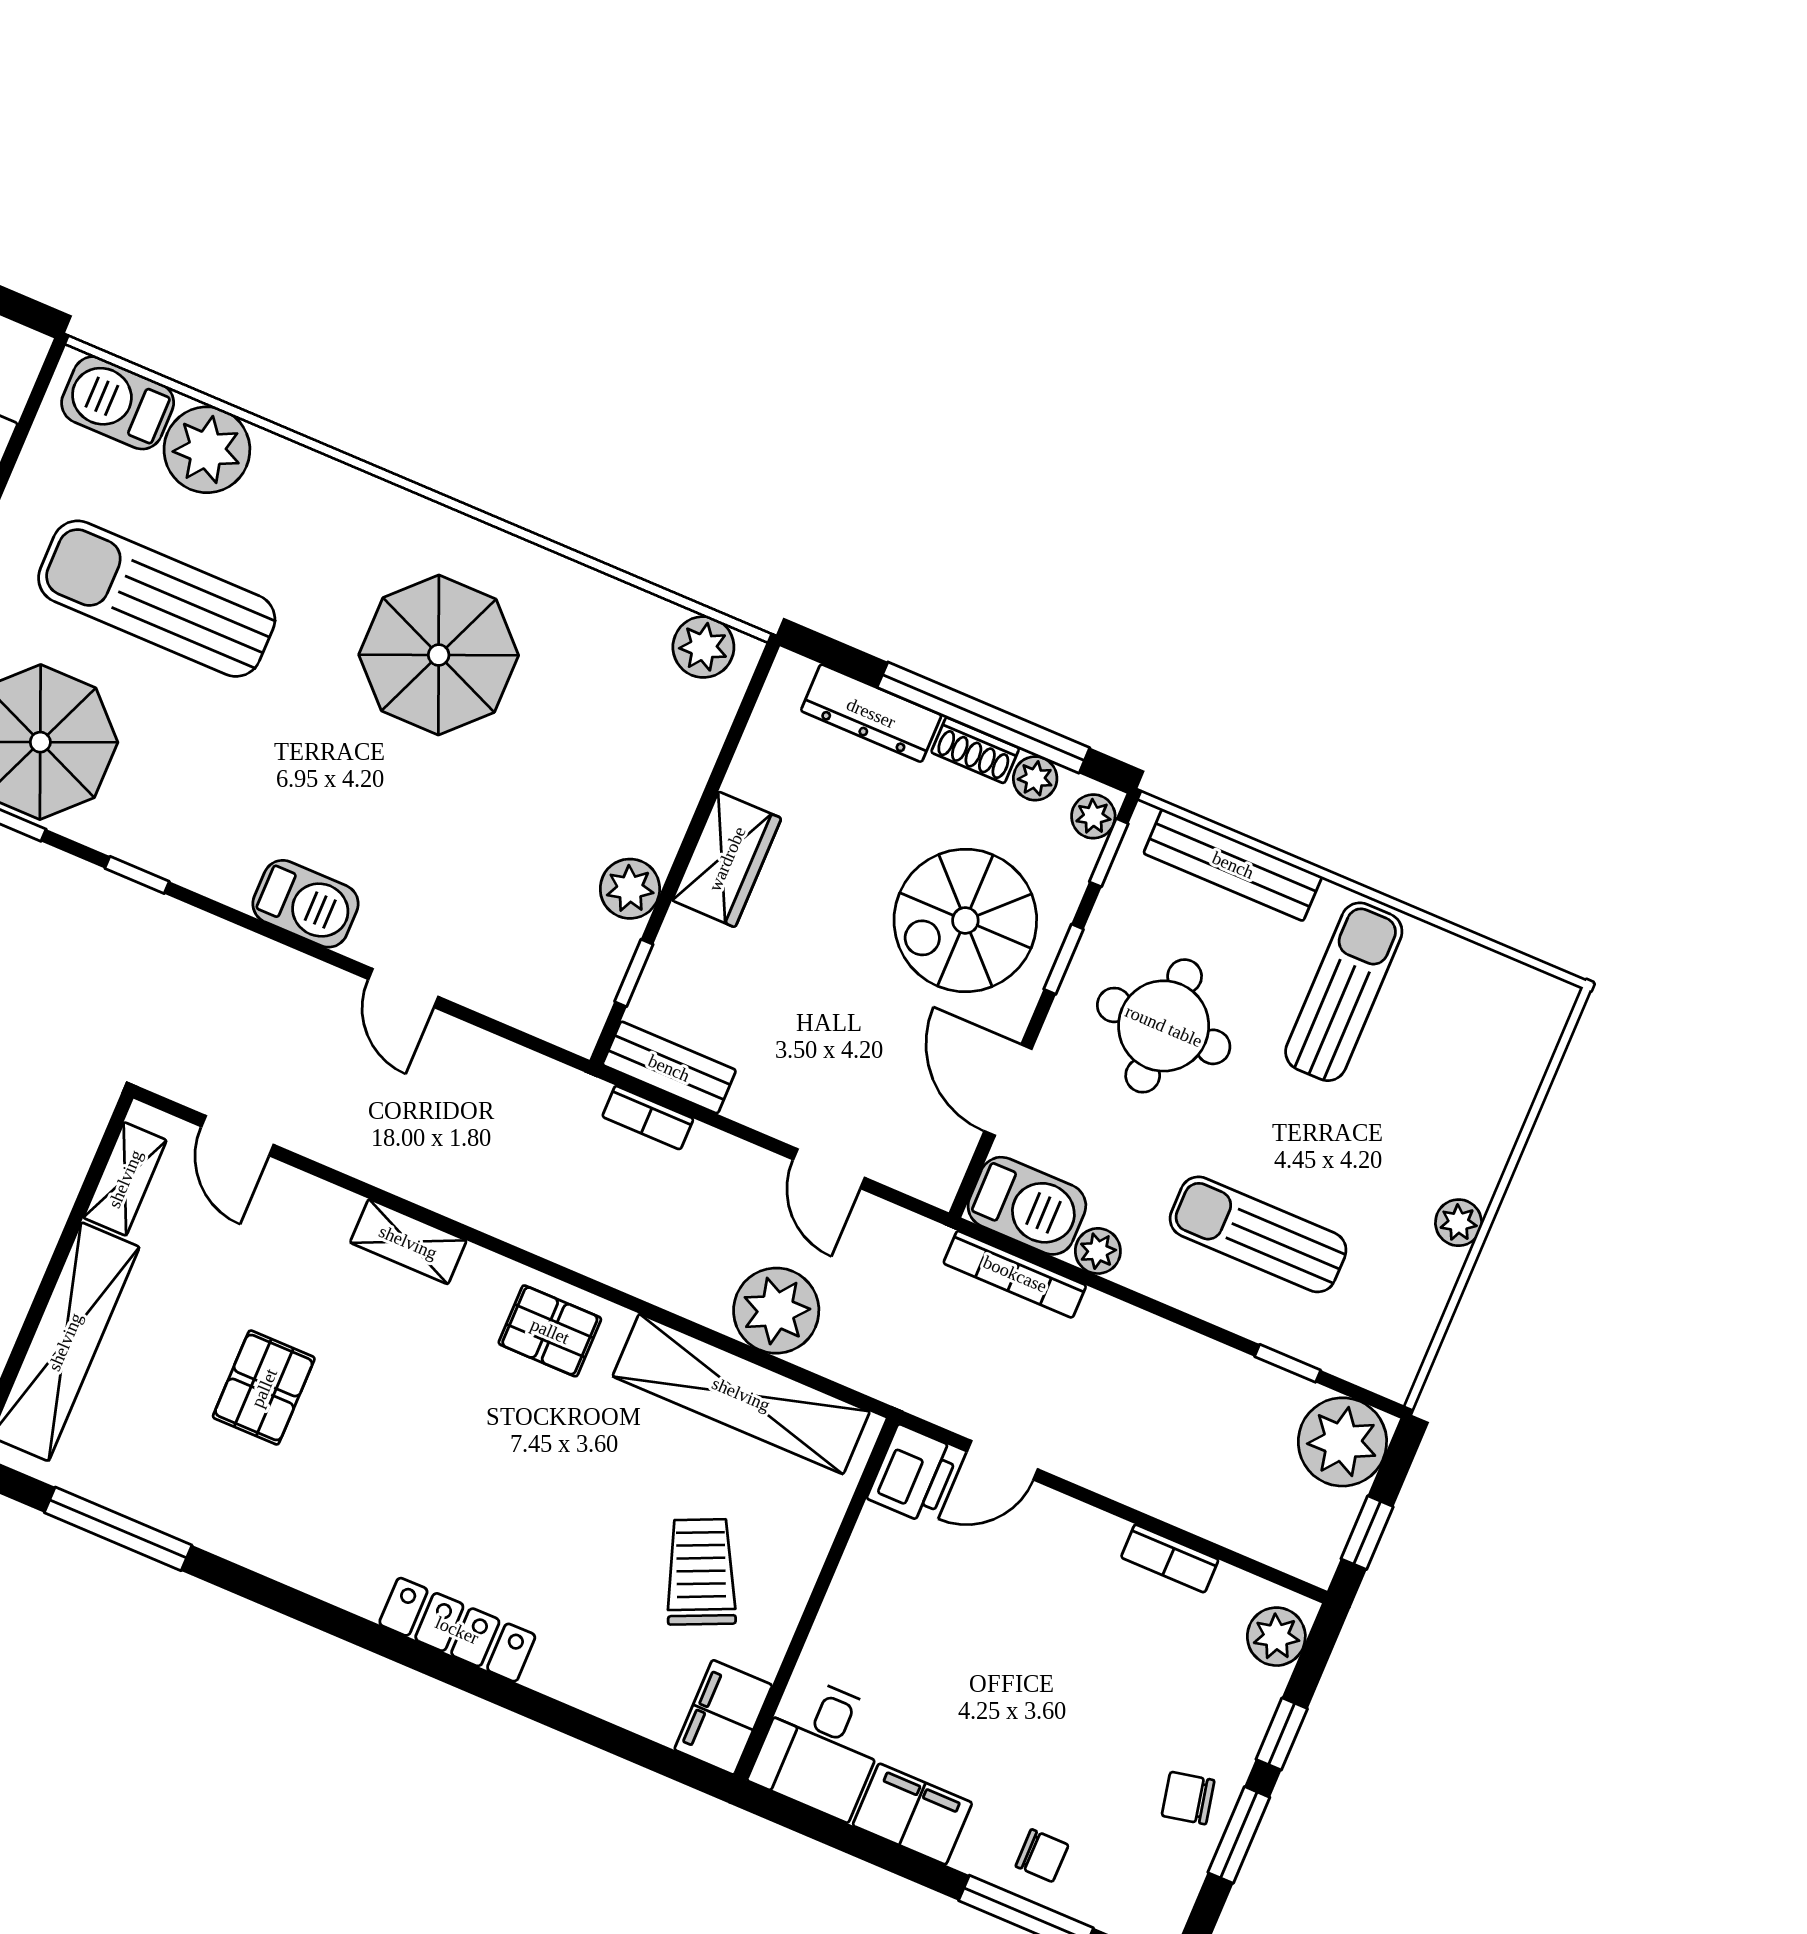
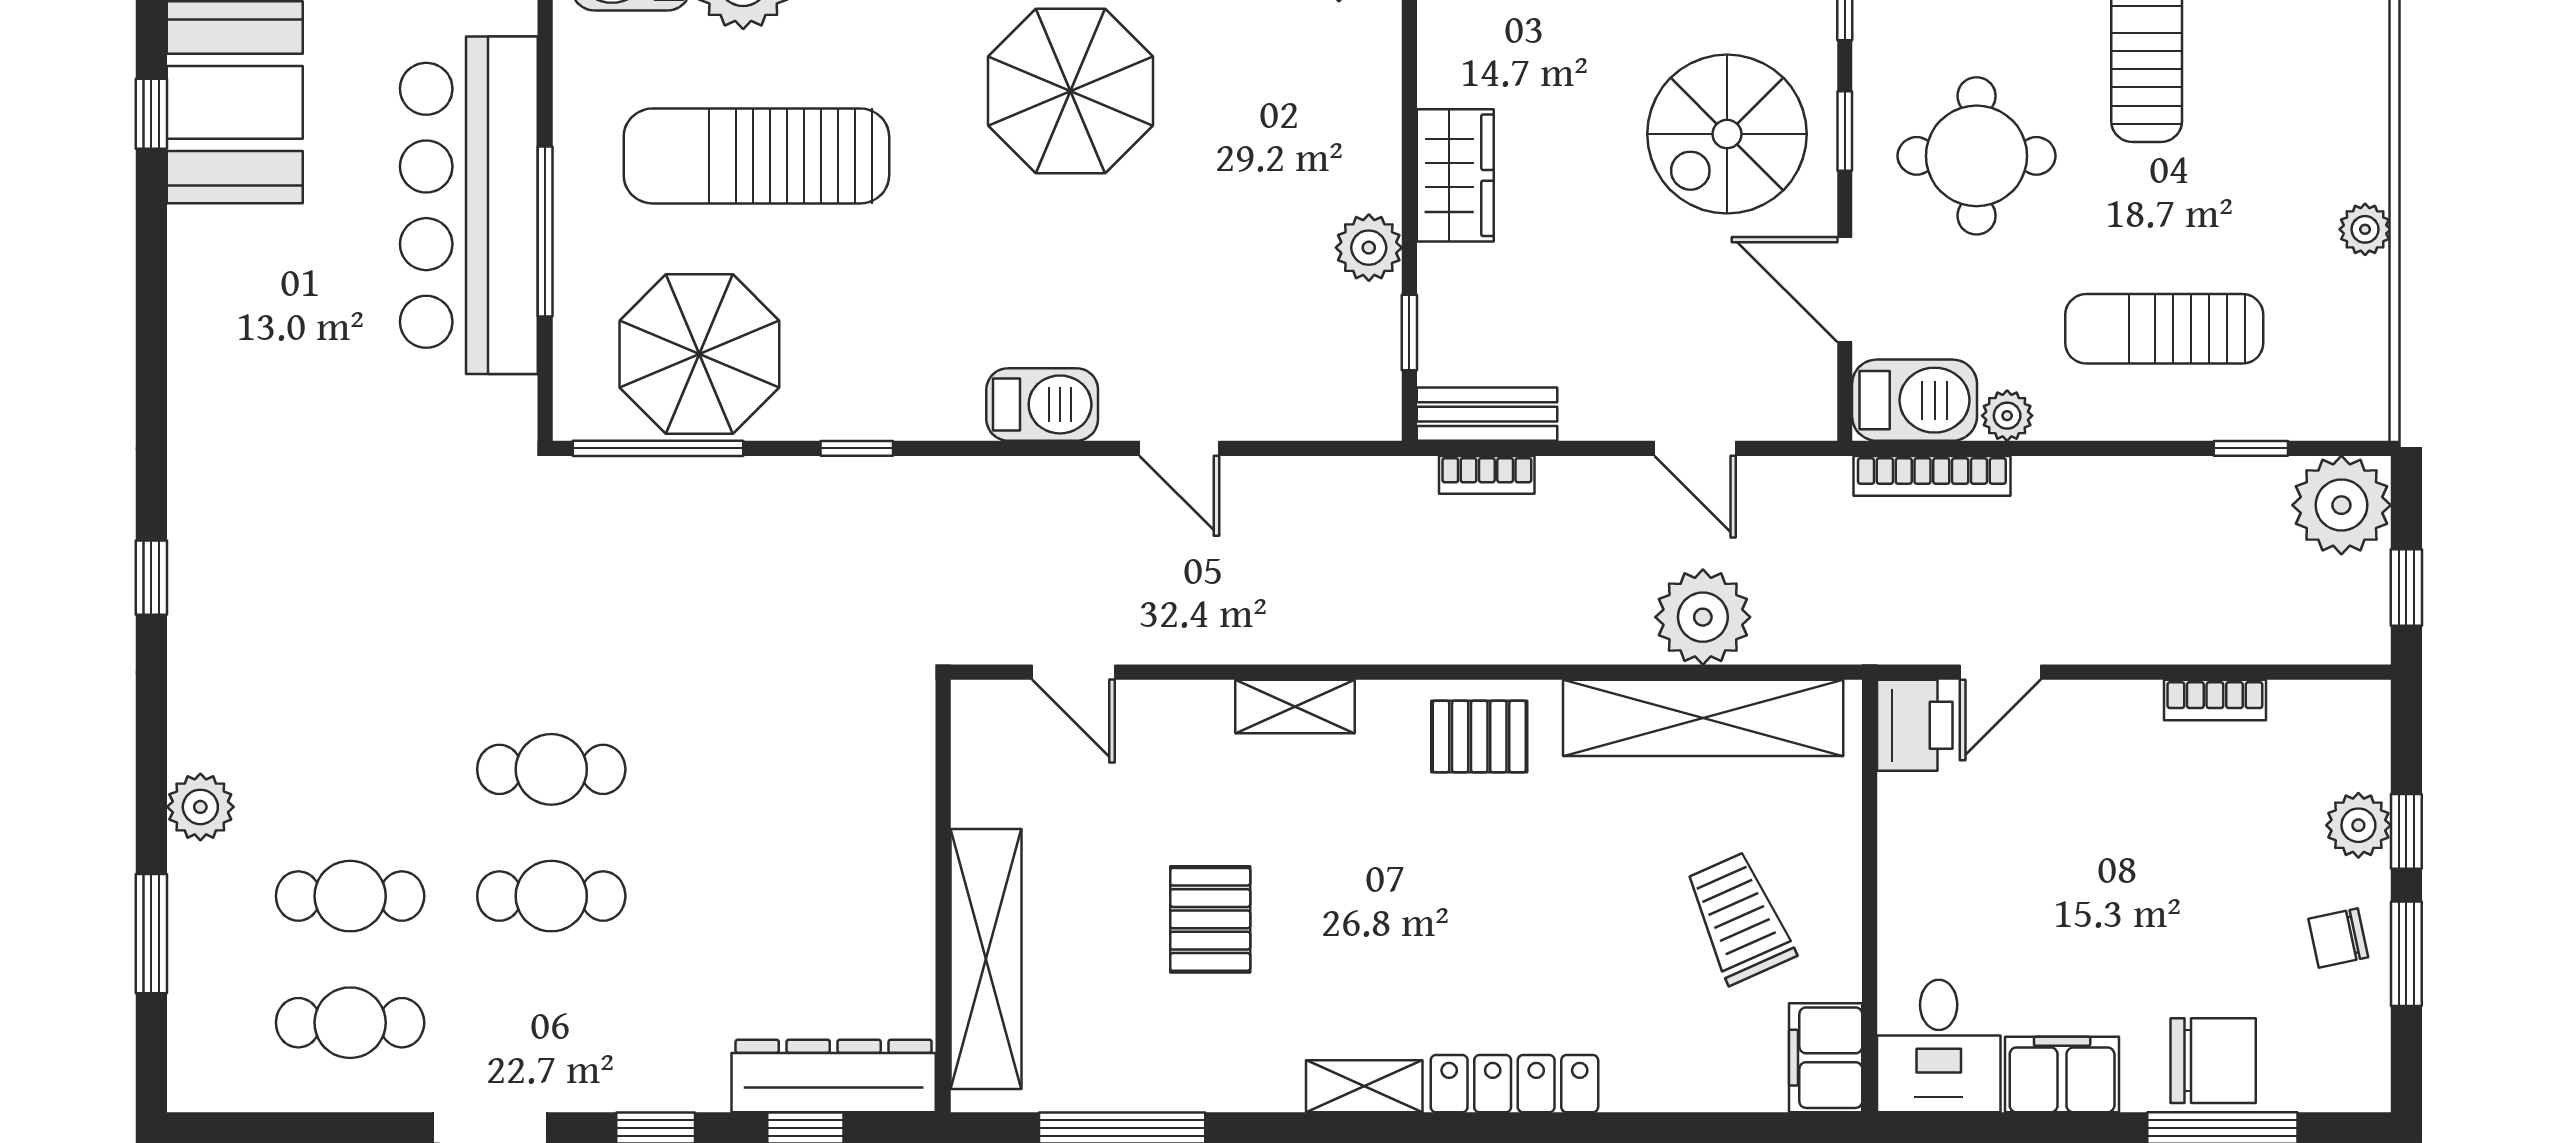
shelving: (125, 1179) -> (1364, 1086), moved, turned 90
plant: (1276, 1637) -> (2358, 825), moved
chair: (1042, 1856) -> (2213, 1061), width x1.87, depth x1.87

